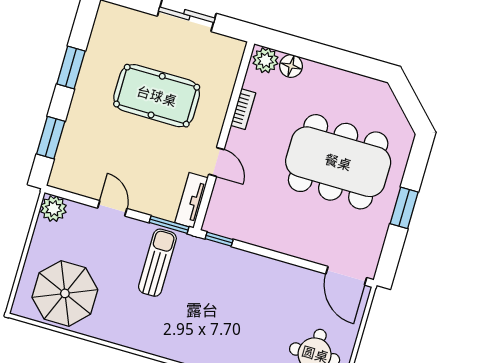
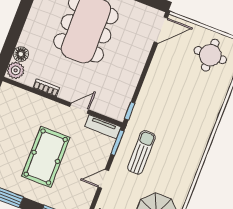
pool table: (157, 96) -> (46, 157), moved
sun lounger: (157, 263) -> (141, 152), turned 90

